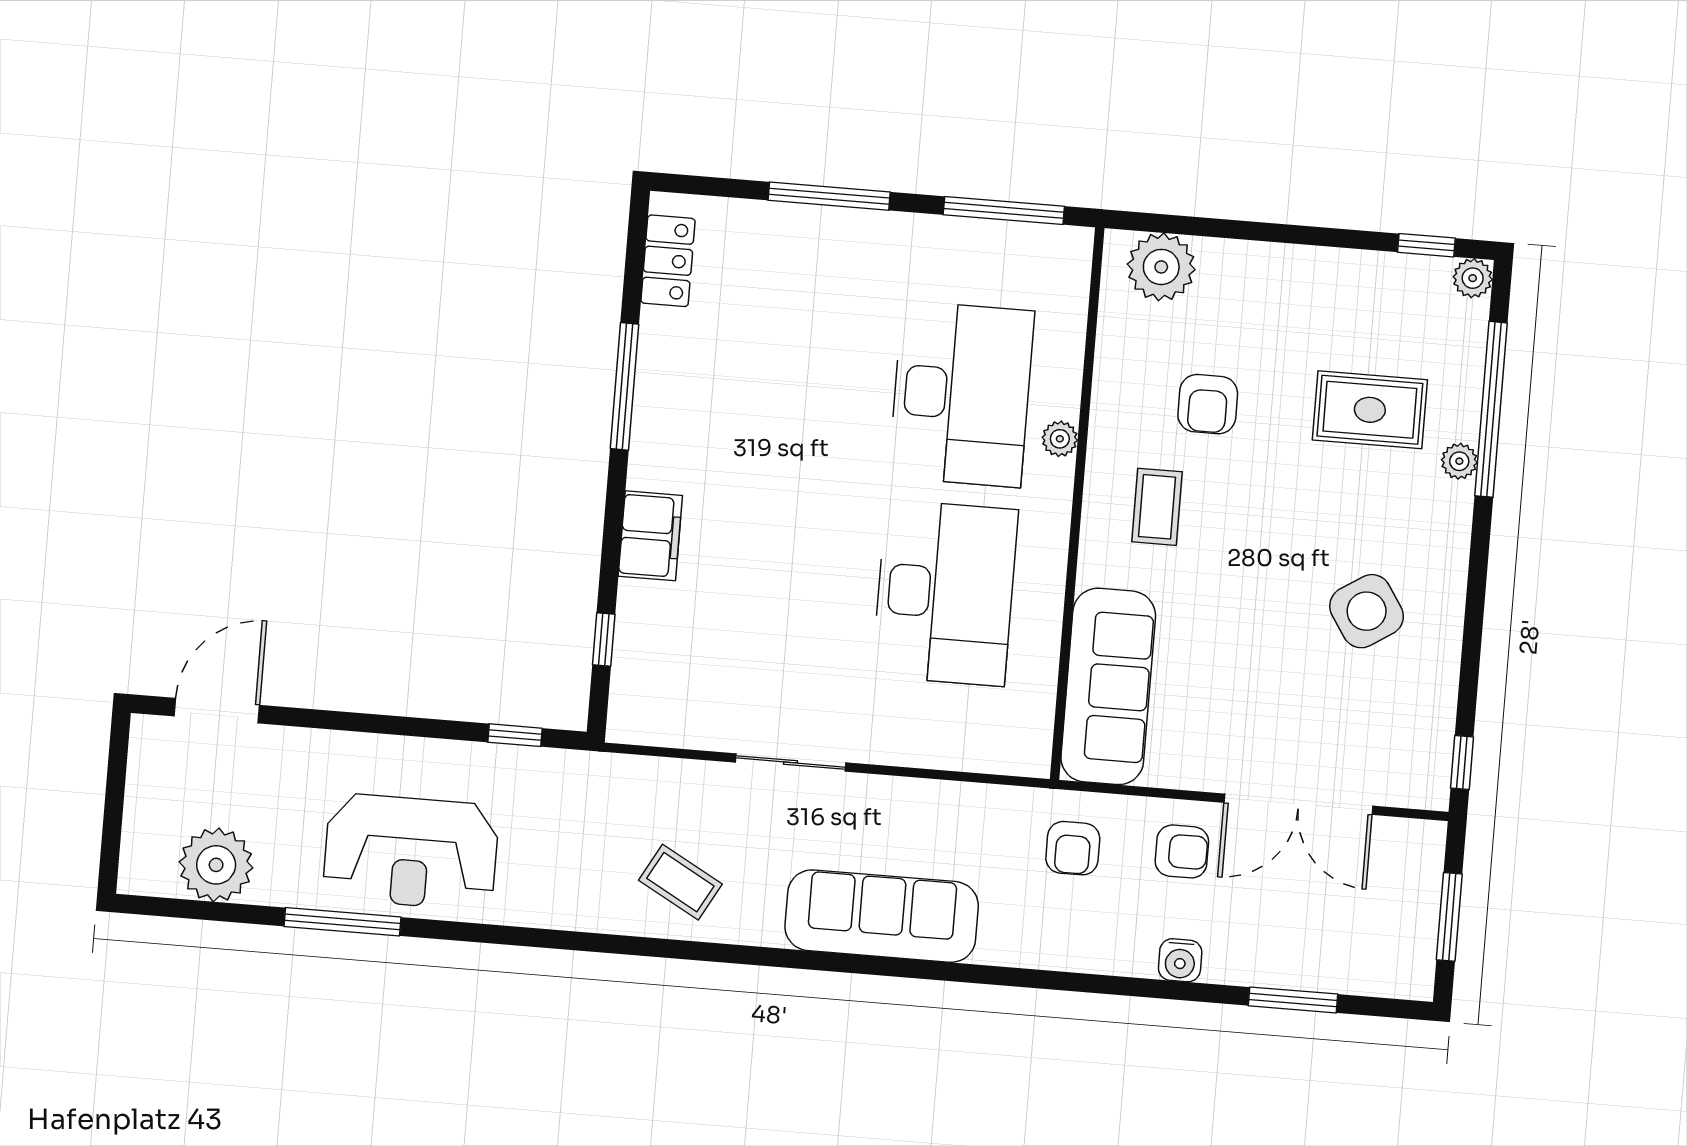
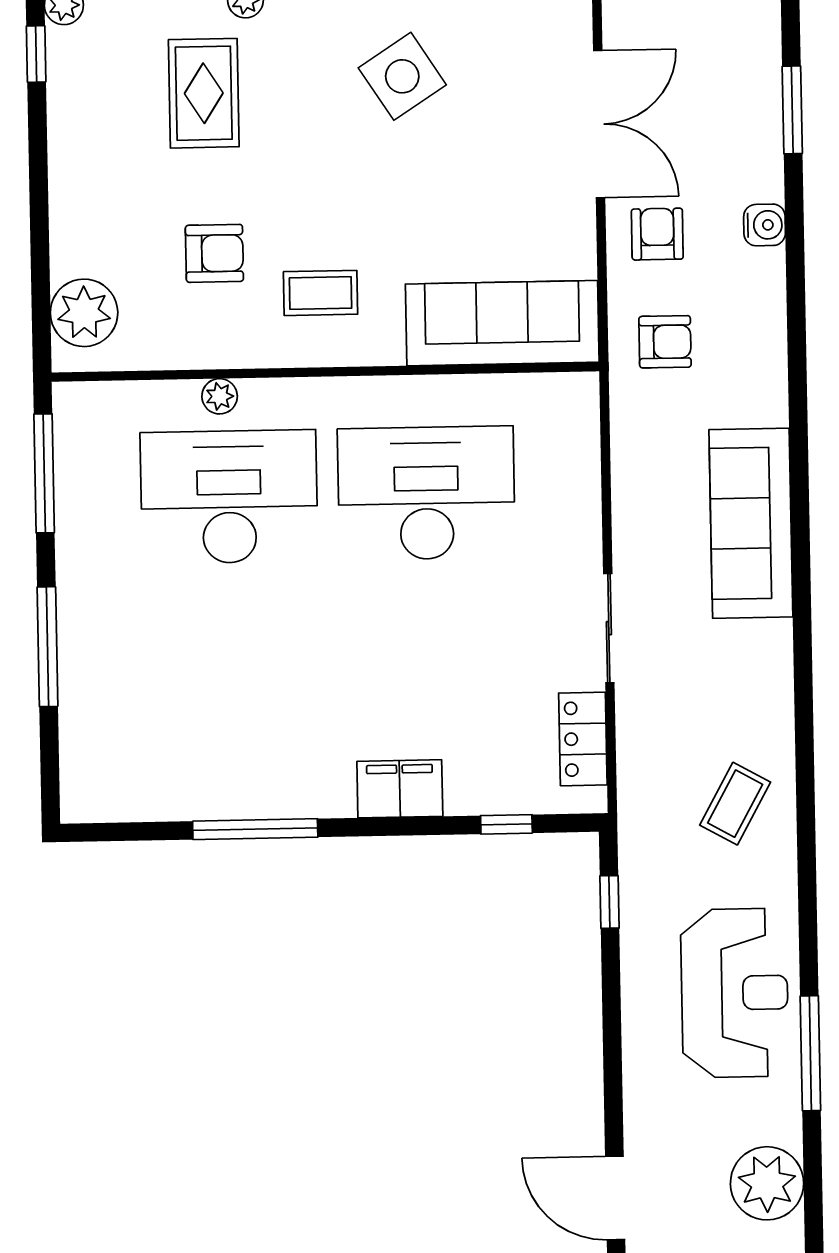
locker: (668, 261) -> (583, 739), moved, turned -90
plant: (1060, 439) -> (220, 396), moved
coffee table: (680, 882) -> (735, 804), moved

